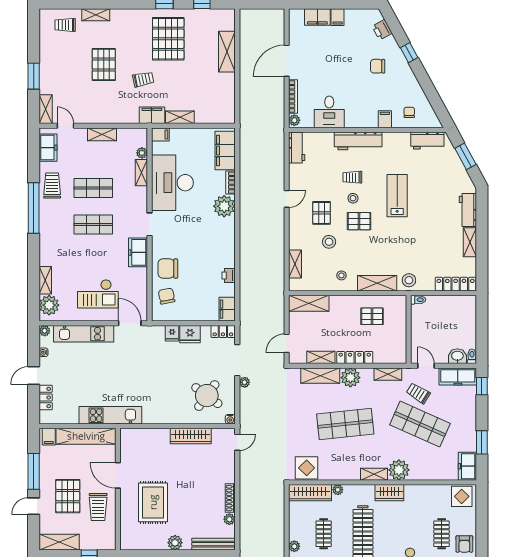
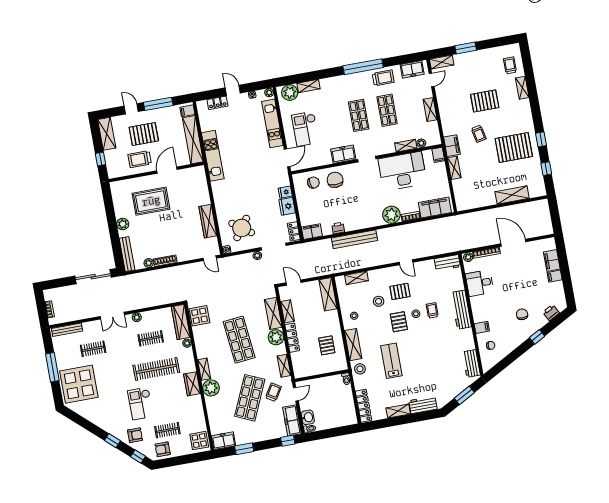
lab bench: (397, 196) -> (391, 361), moved, turned -90
bench: (246, 258) -> (355, 239), added

